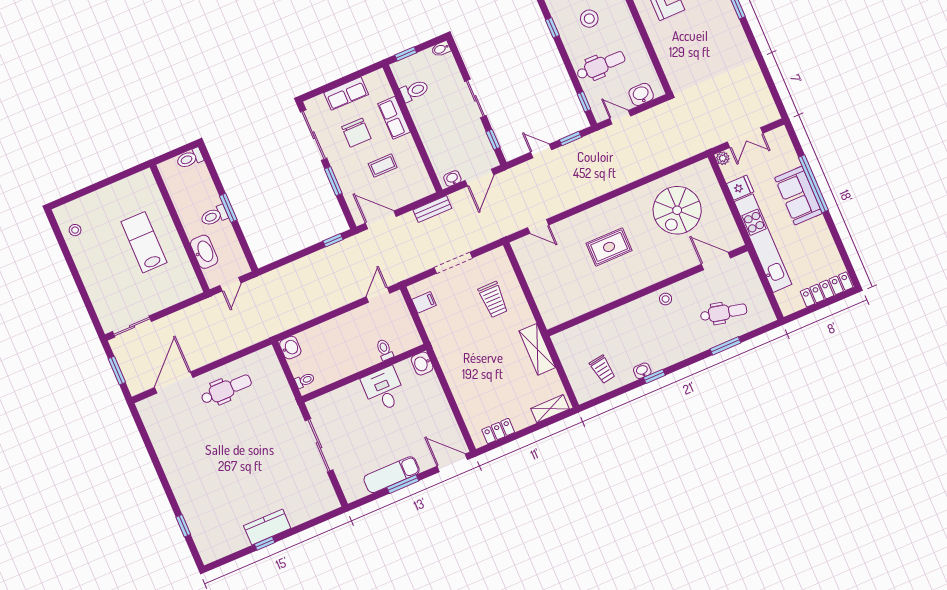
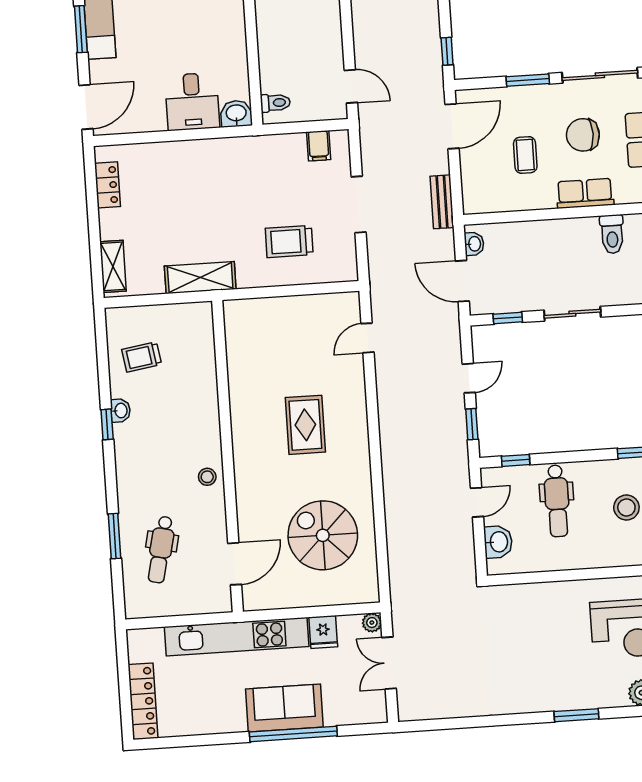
toilet: (385, 350) -> (275, 103), moved
desk: (384, 389) -> (192, 102), moved, turned 90

